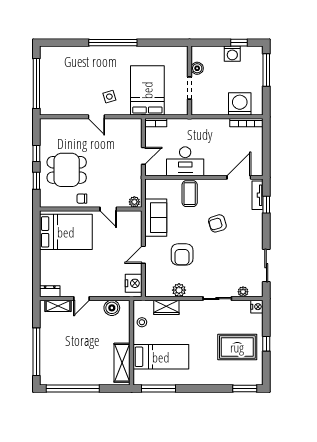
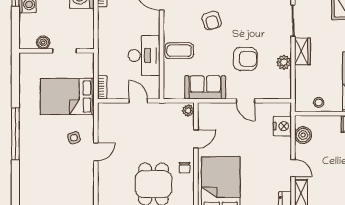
nightstand: (134, 283) -> (282, 126), moved, turned 90
wardrobe: (166, 307) -> (303, 51), moved

